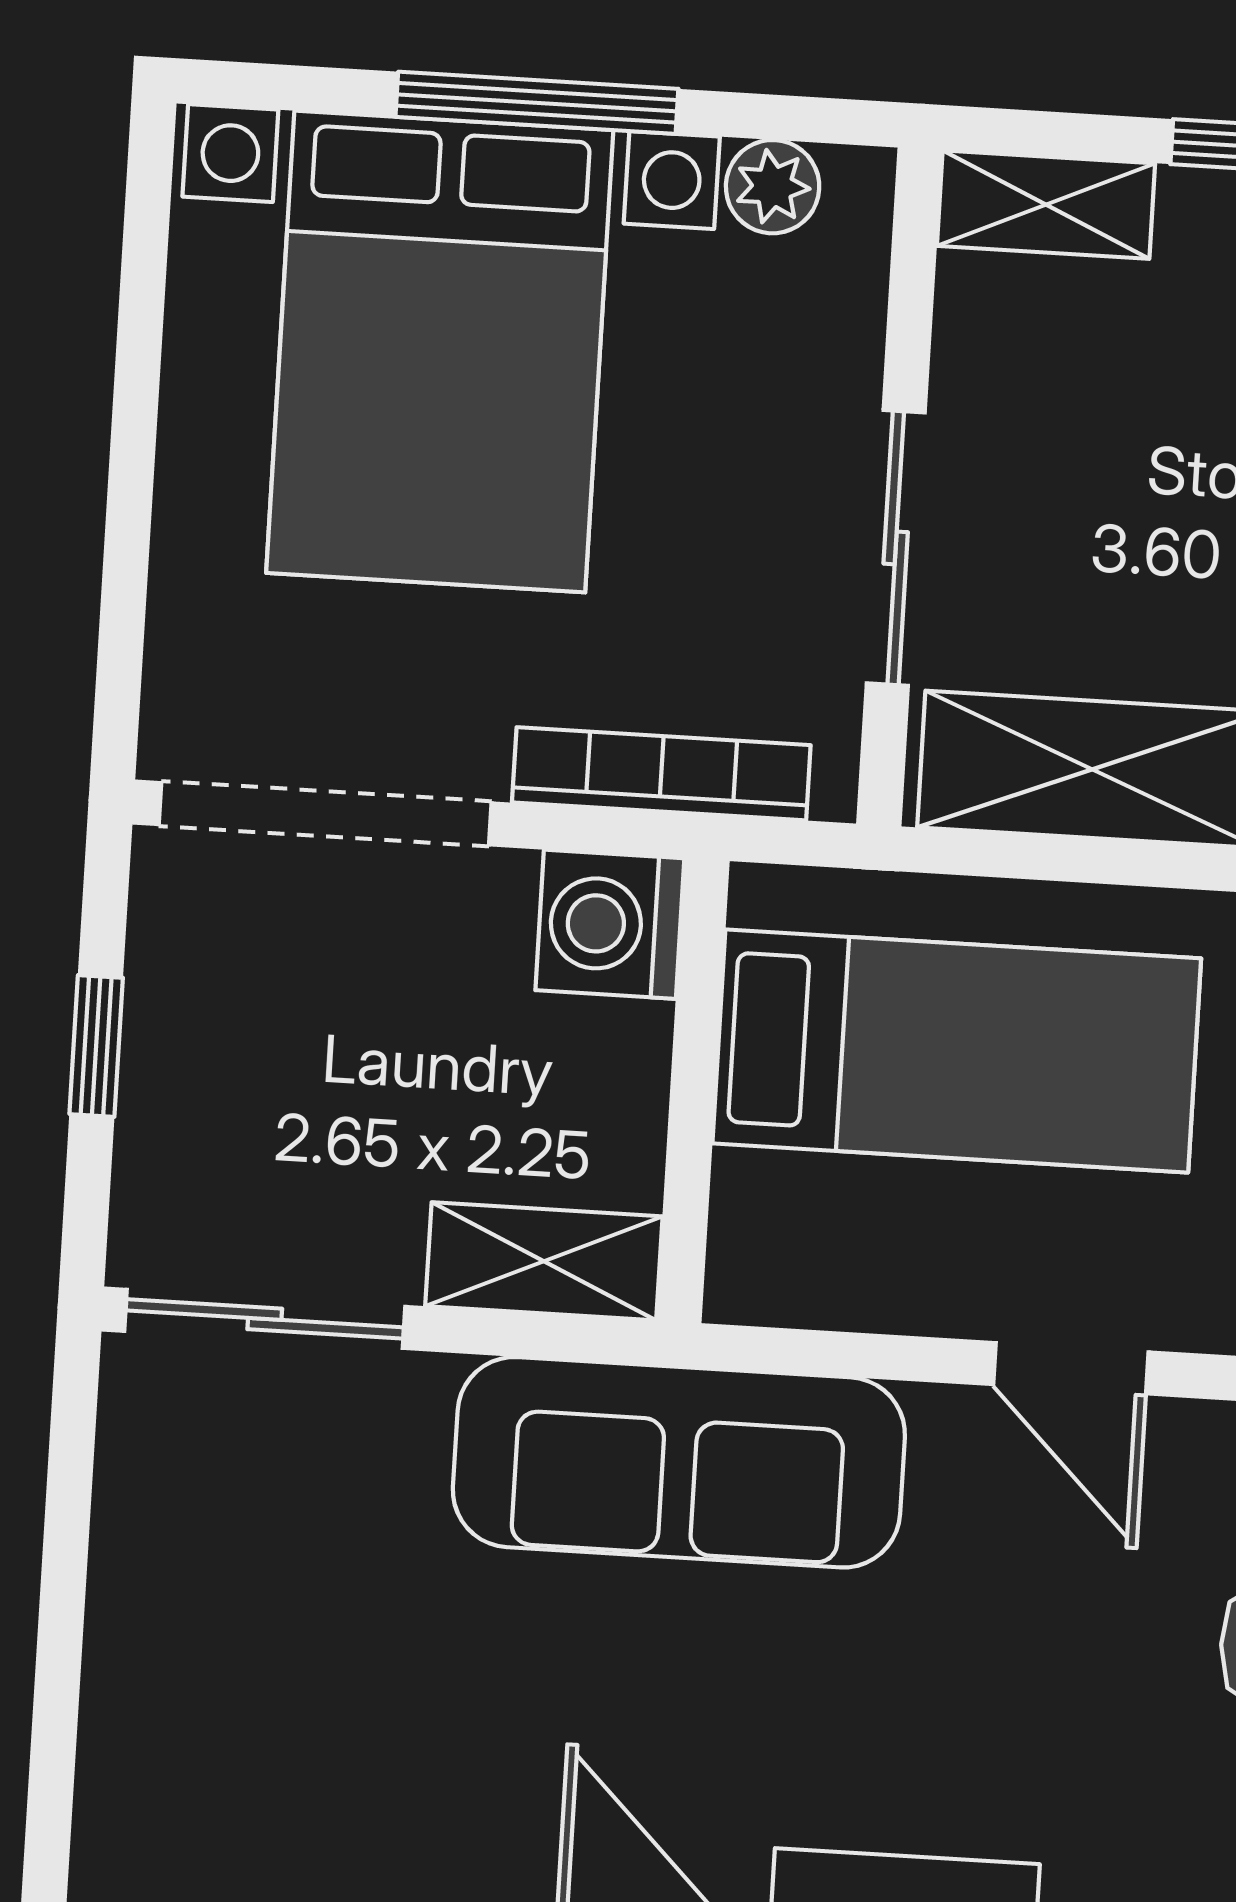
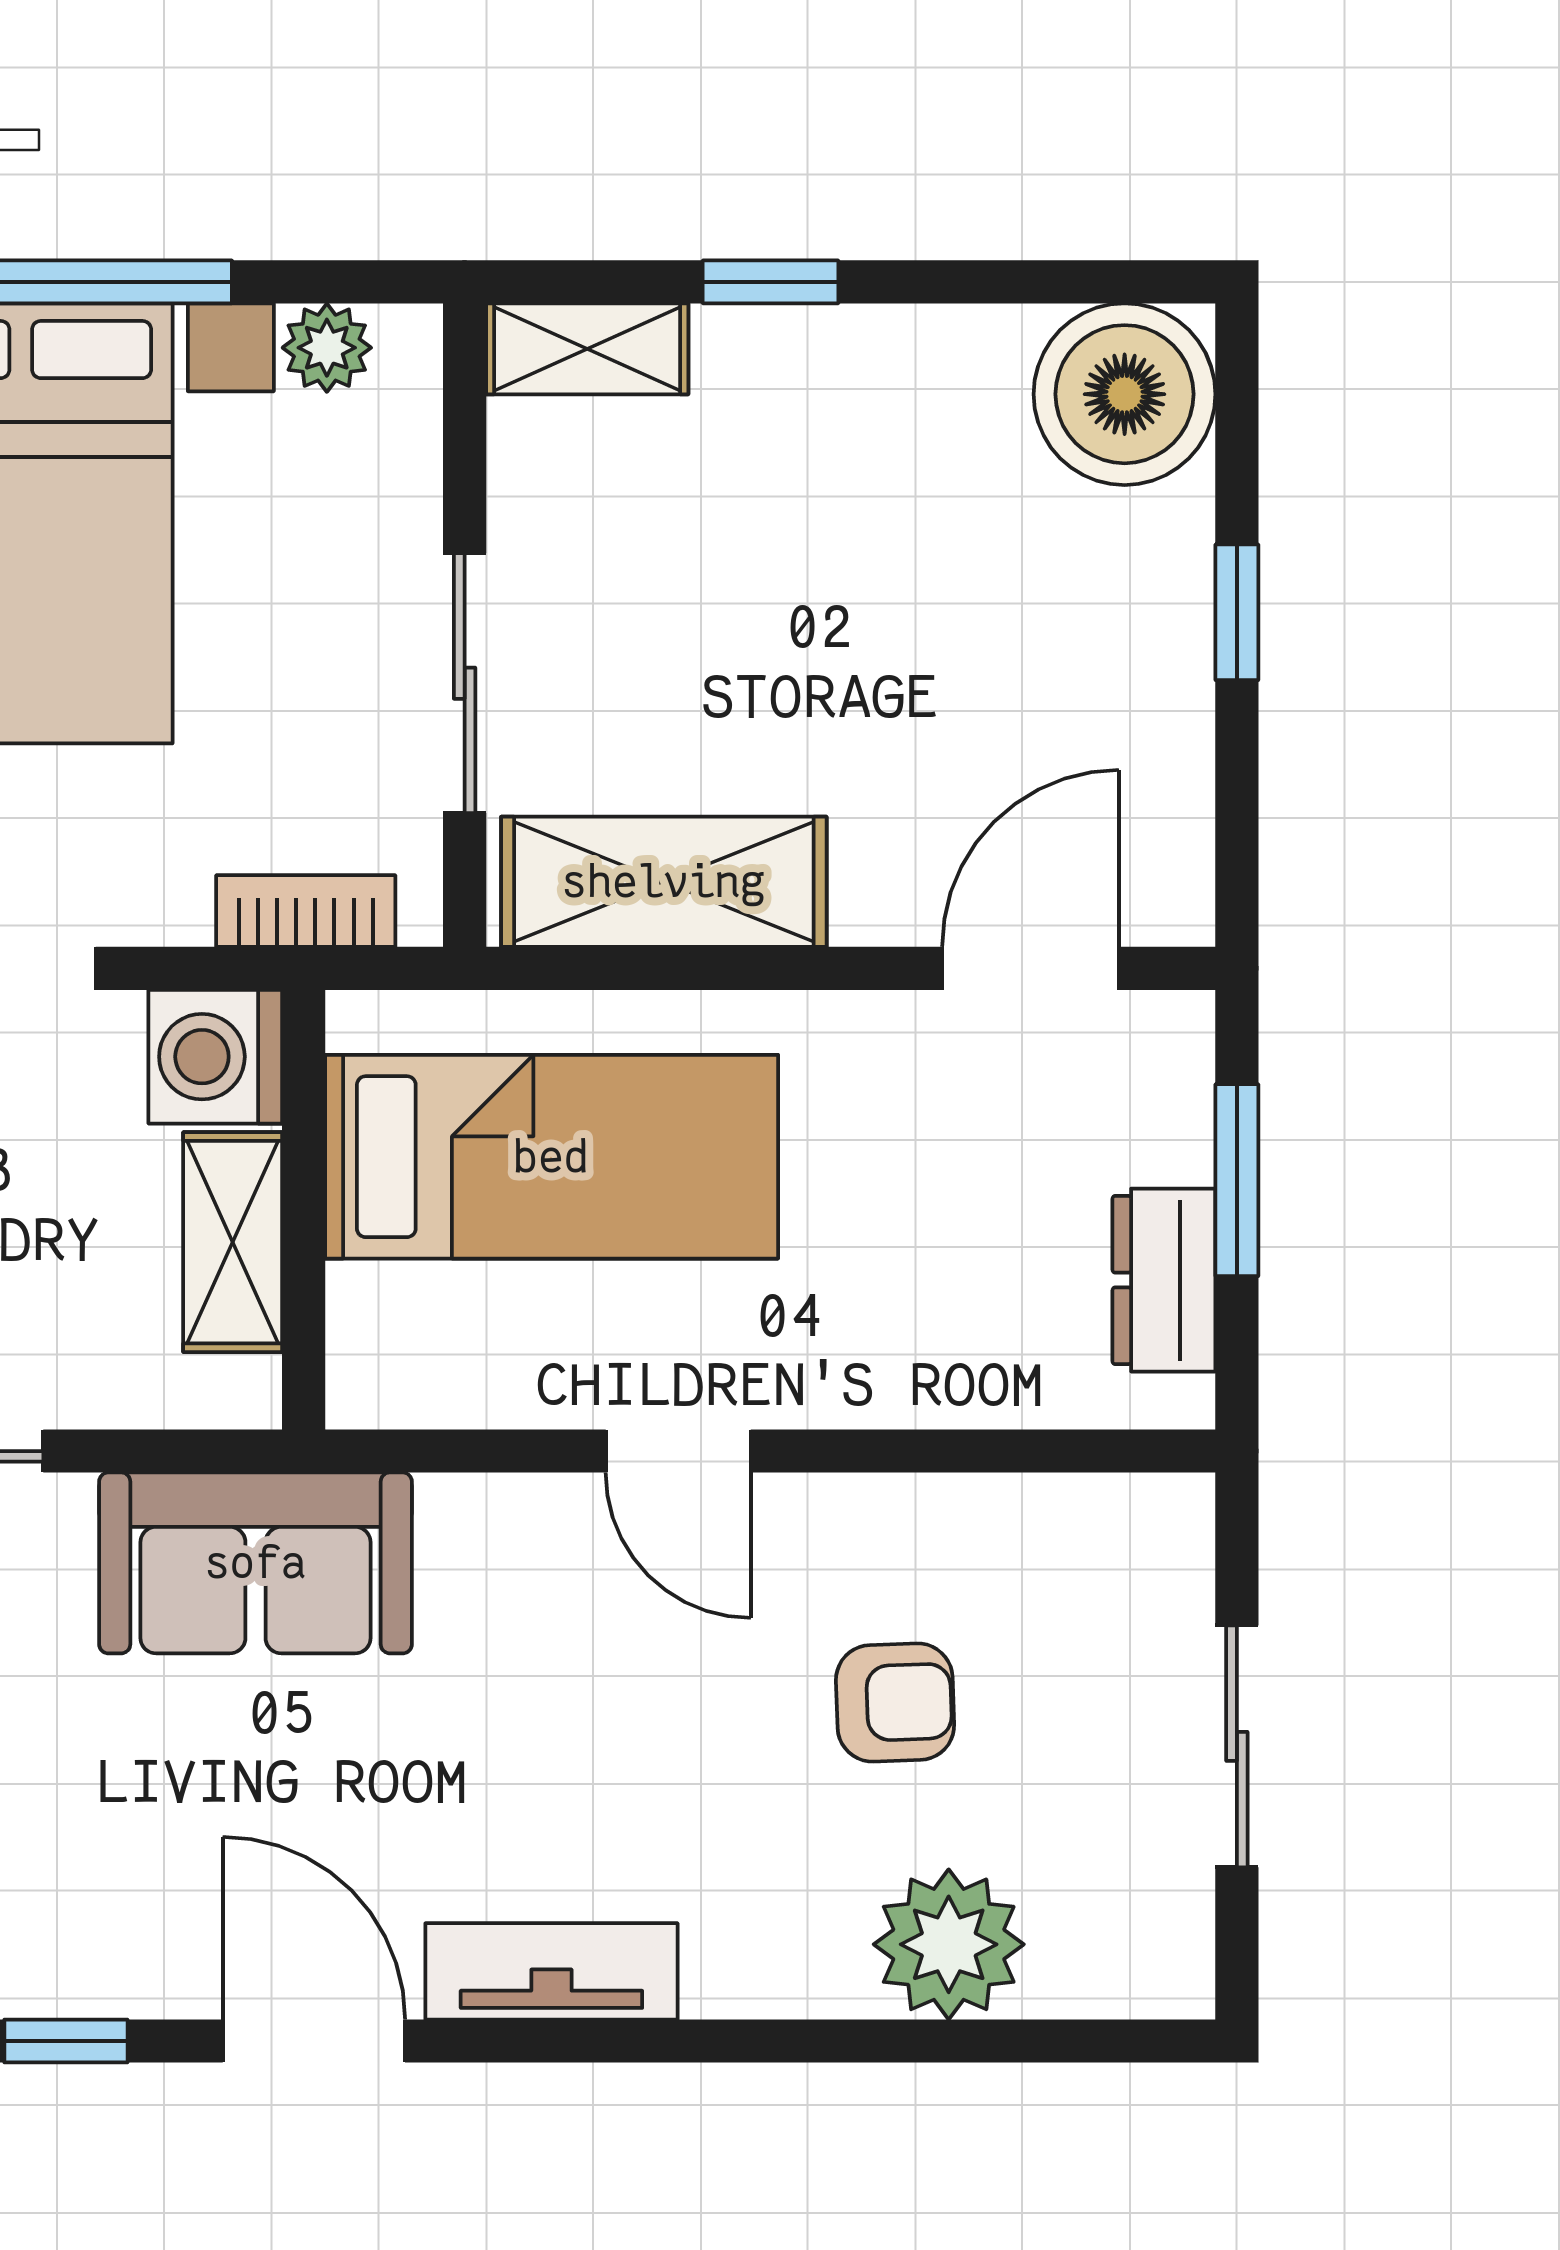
bookcase: (661, 774) -> (306, 911), width x0.64
shelving: (544, 1261) -> (233, 1242), moved, turned 90
sofa: (679, 1462) -> (256, 1563), width x0.73

